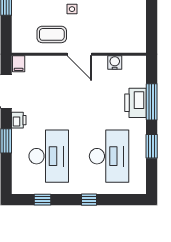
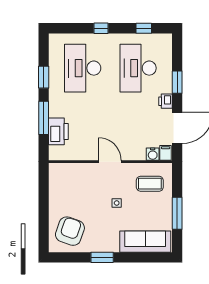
coffee table: (52, 34) -> (150, 184), moved
water cooler: (115, 62) -> (153, 154), moved
printer: (136, 103) -> (58, 131), moved

